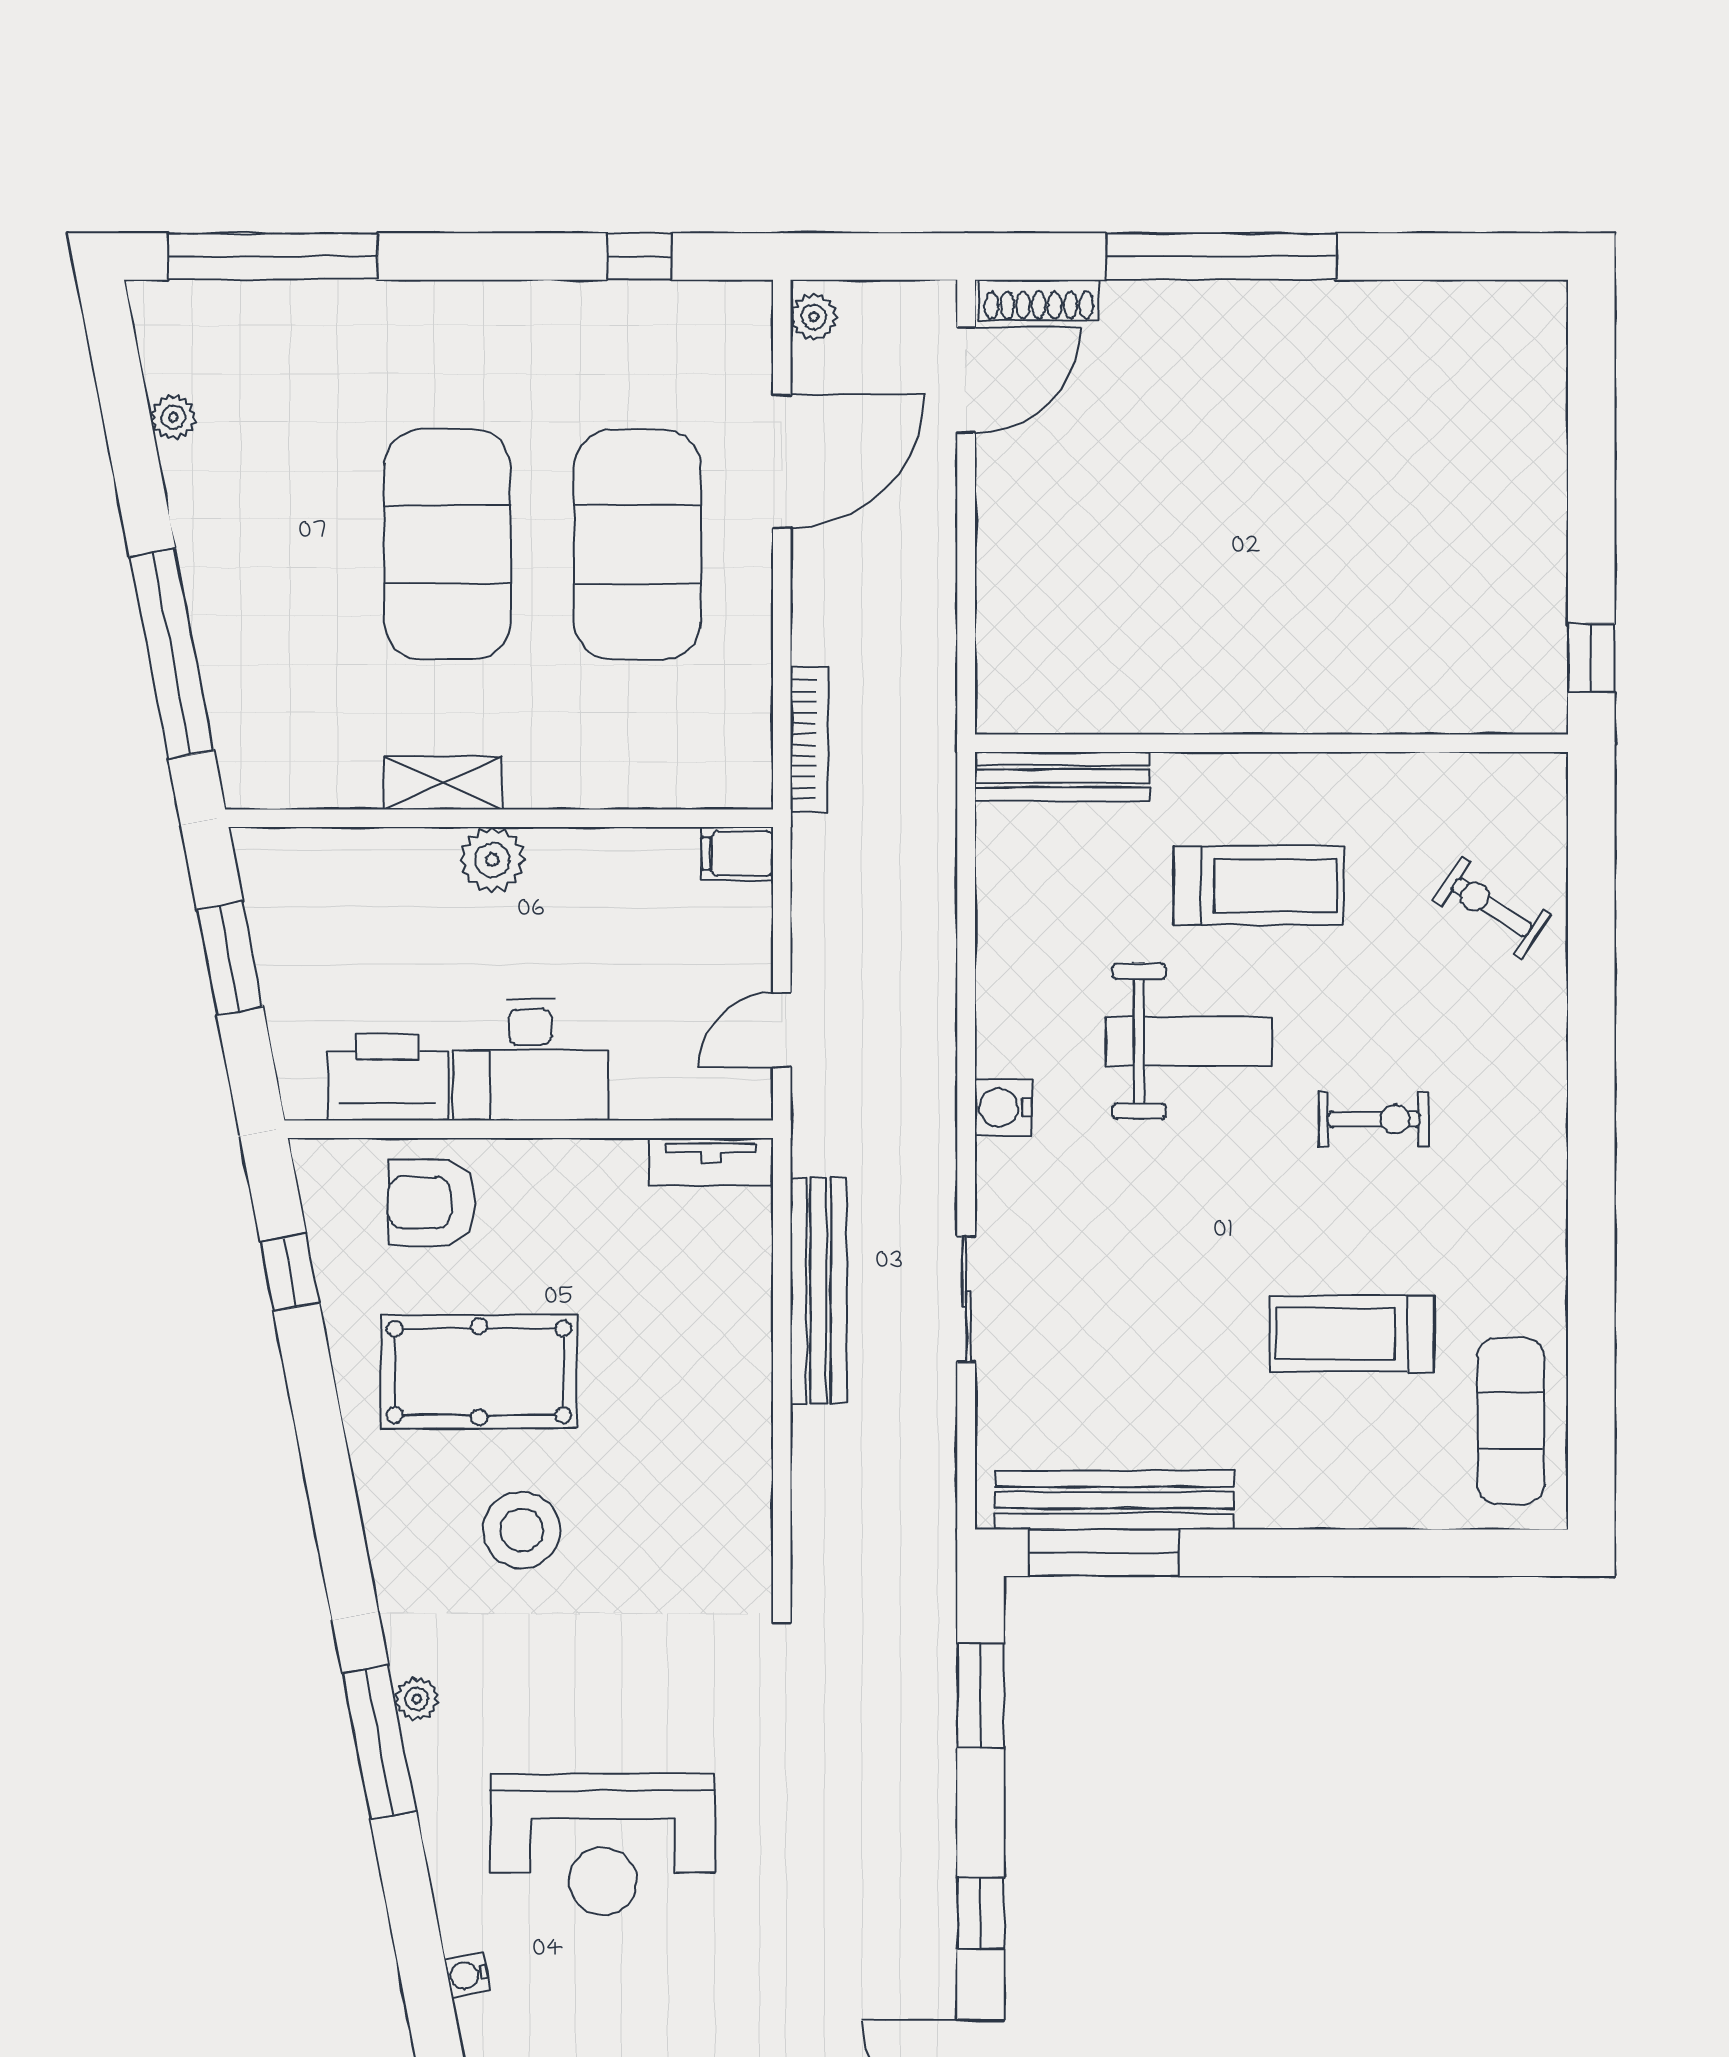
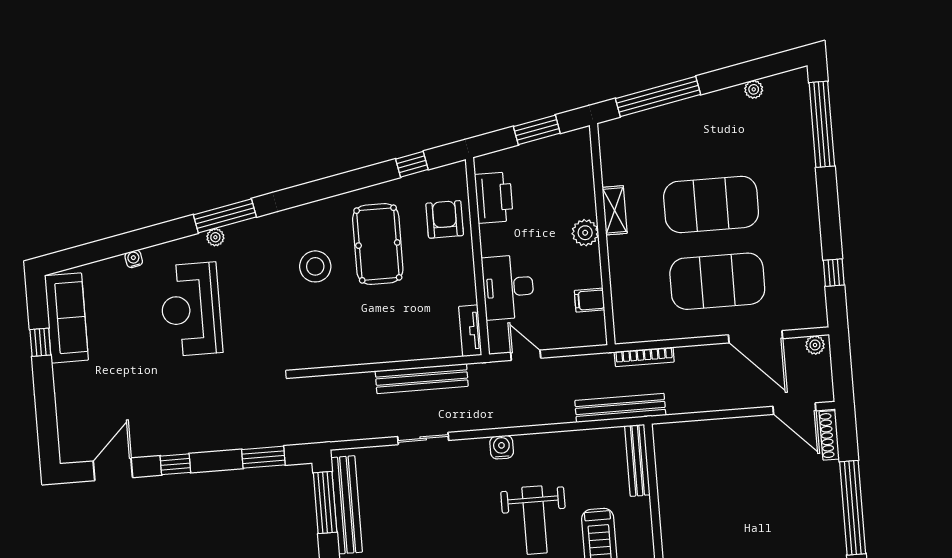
bench: (930, 808) -> (620, 408), added
filing cabinet: (737, 854) -> (589, 300), moved, turned -90
desk: (530, 1060) -> (508, 287), moved
plant: (417, 1699) -> (215, 237), moved

